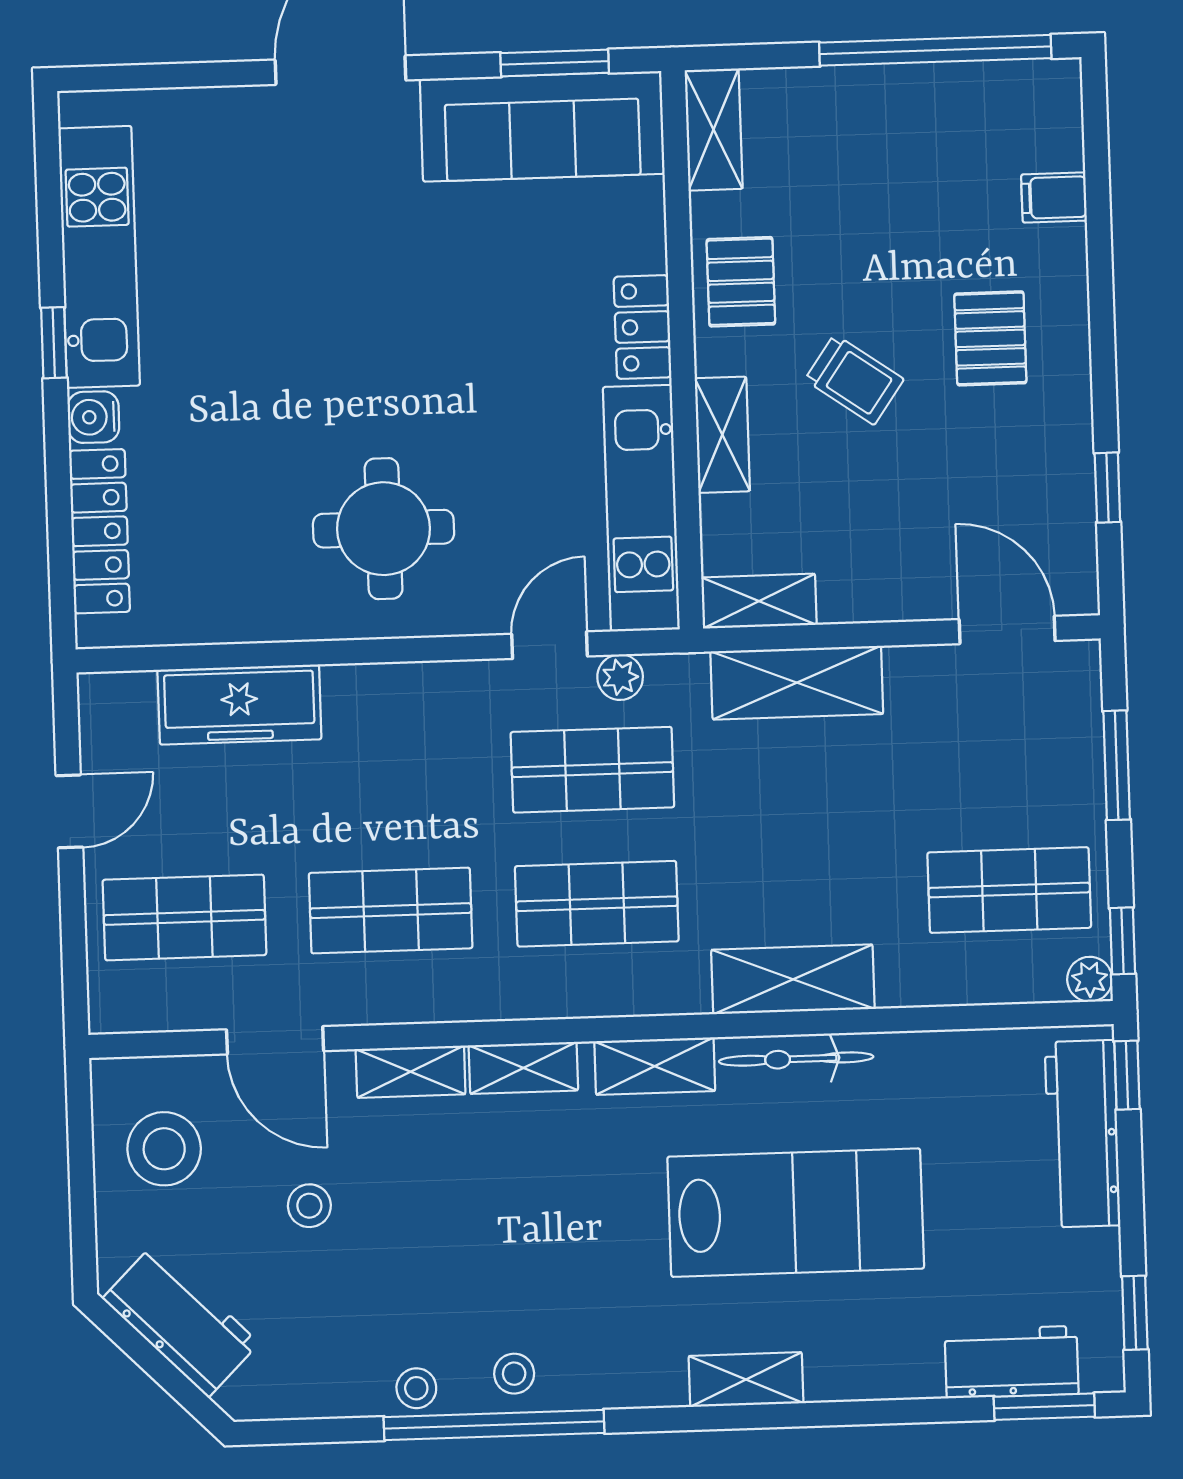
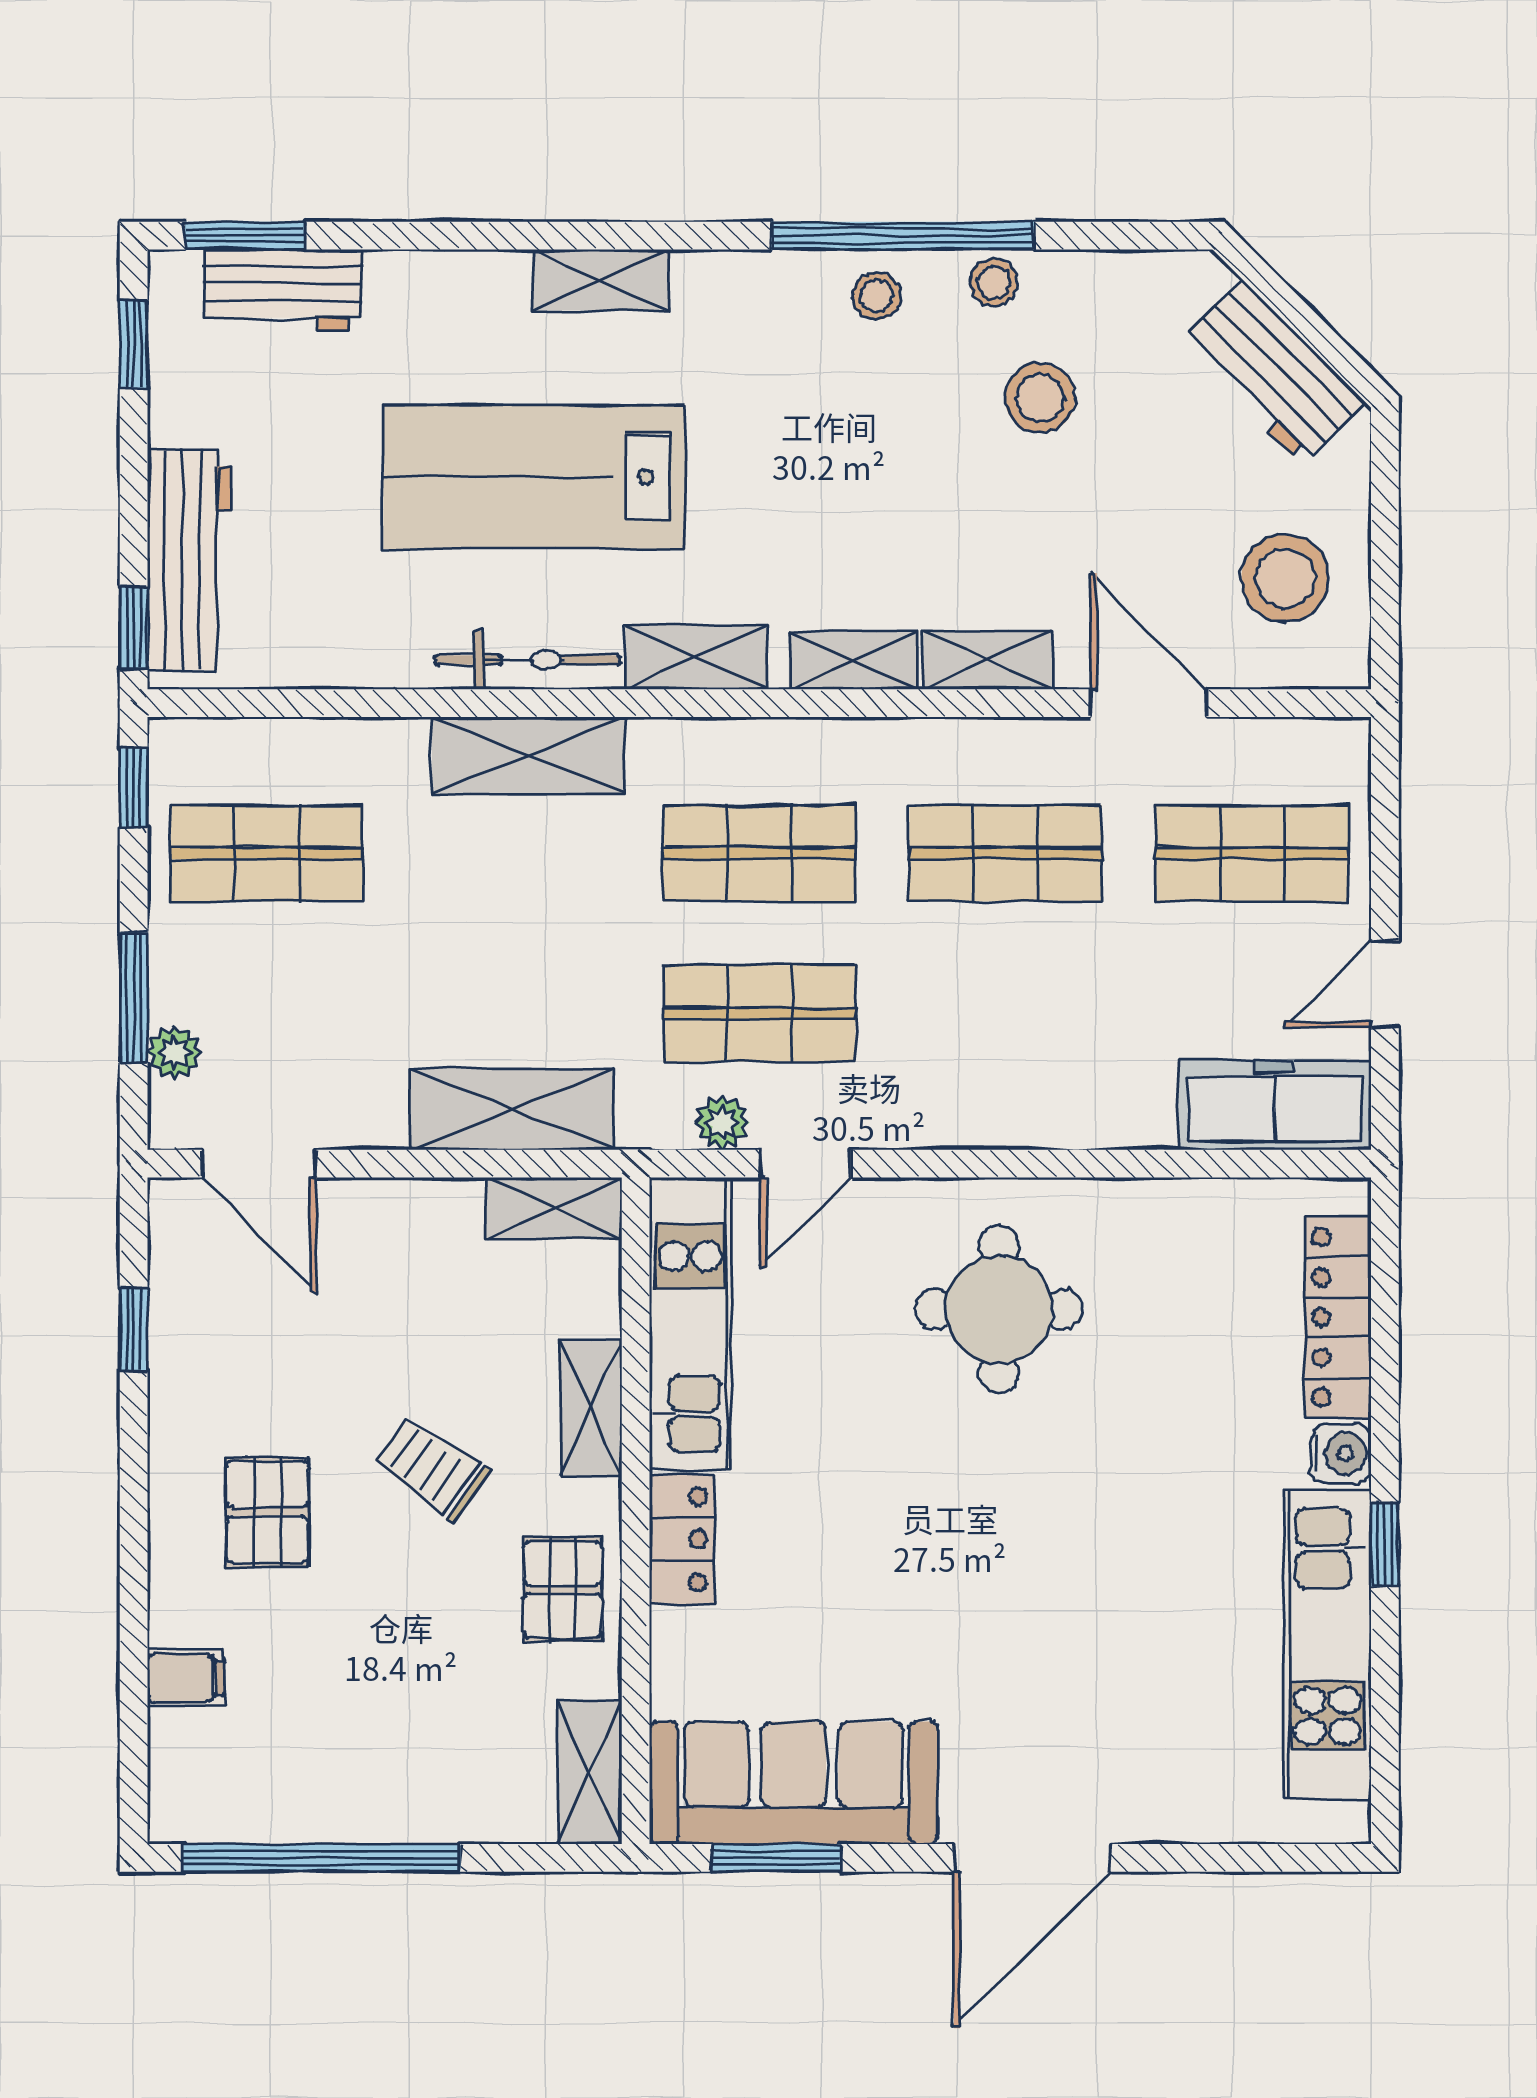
freezer: (239, 704) -> (1275, 1105), moved
plant: (1090, 979) -> (174, 1053), moved
stool: (309, 1206) -> (1040, 398), moved, width x1.37, depth x1.37

